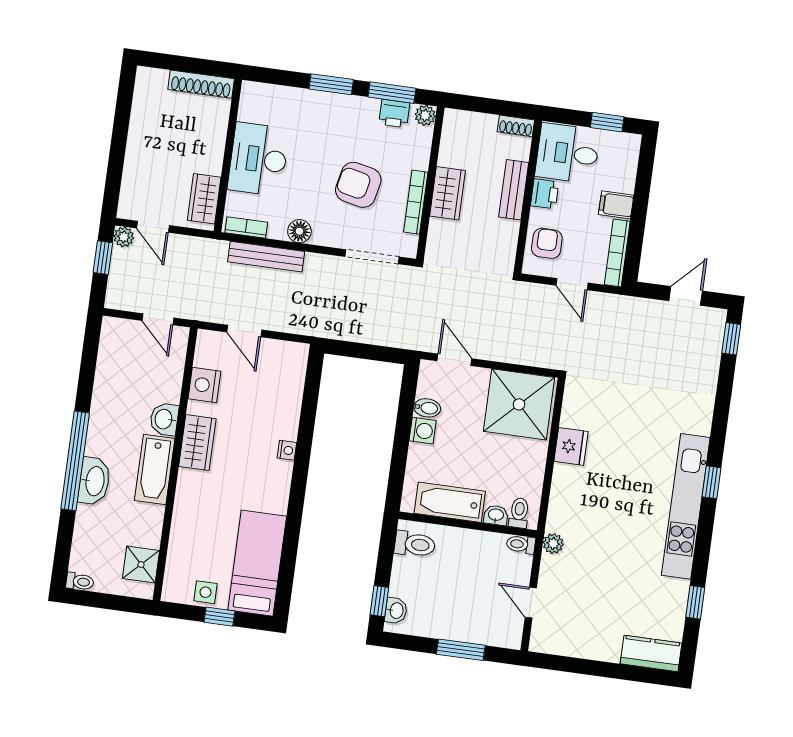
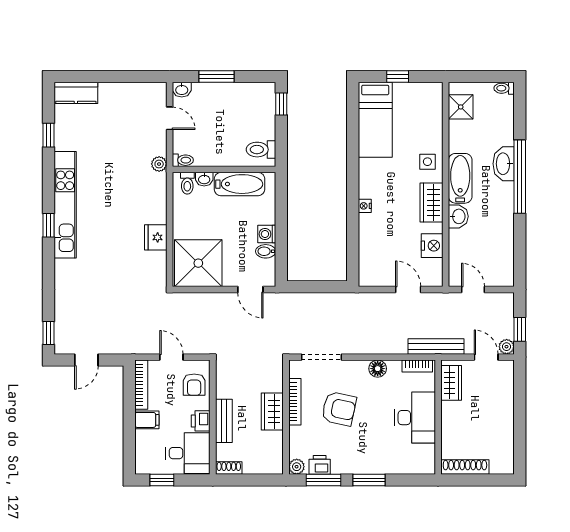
bench: (266, 257) -> (436, 346), moved
side table: (205, 592) -> (427, 162), moved
washbasin: (396, 611) -> (182, 90), moved, turned -90

